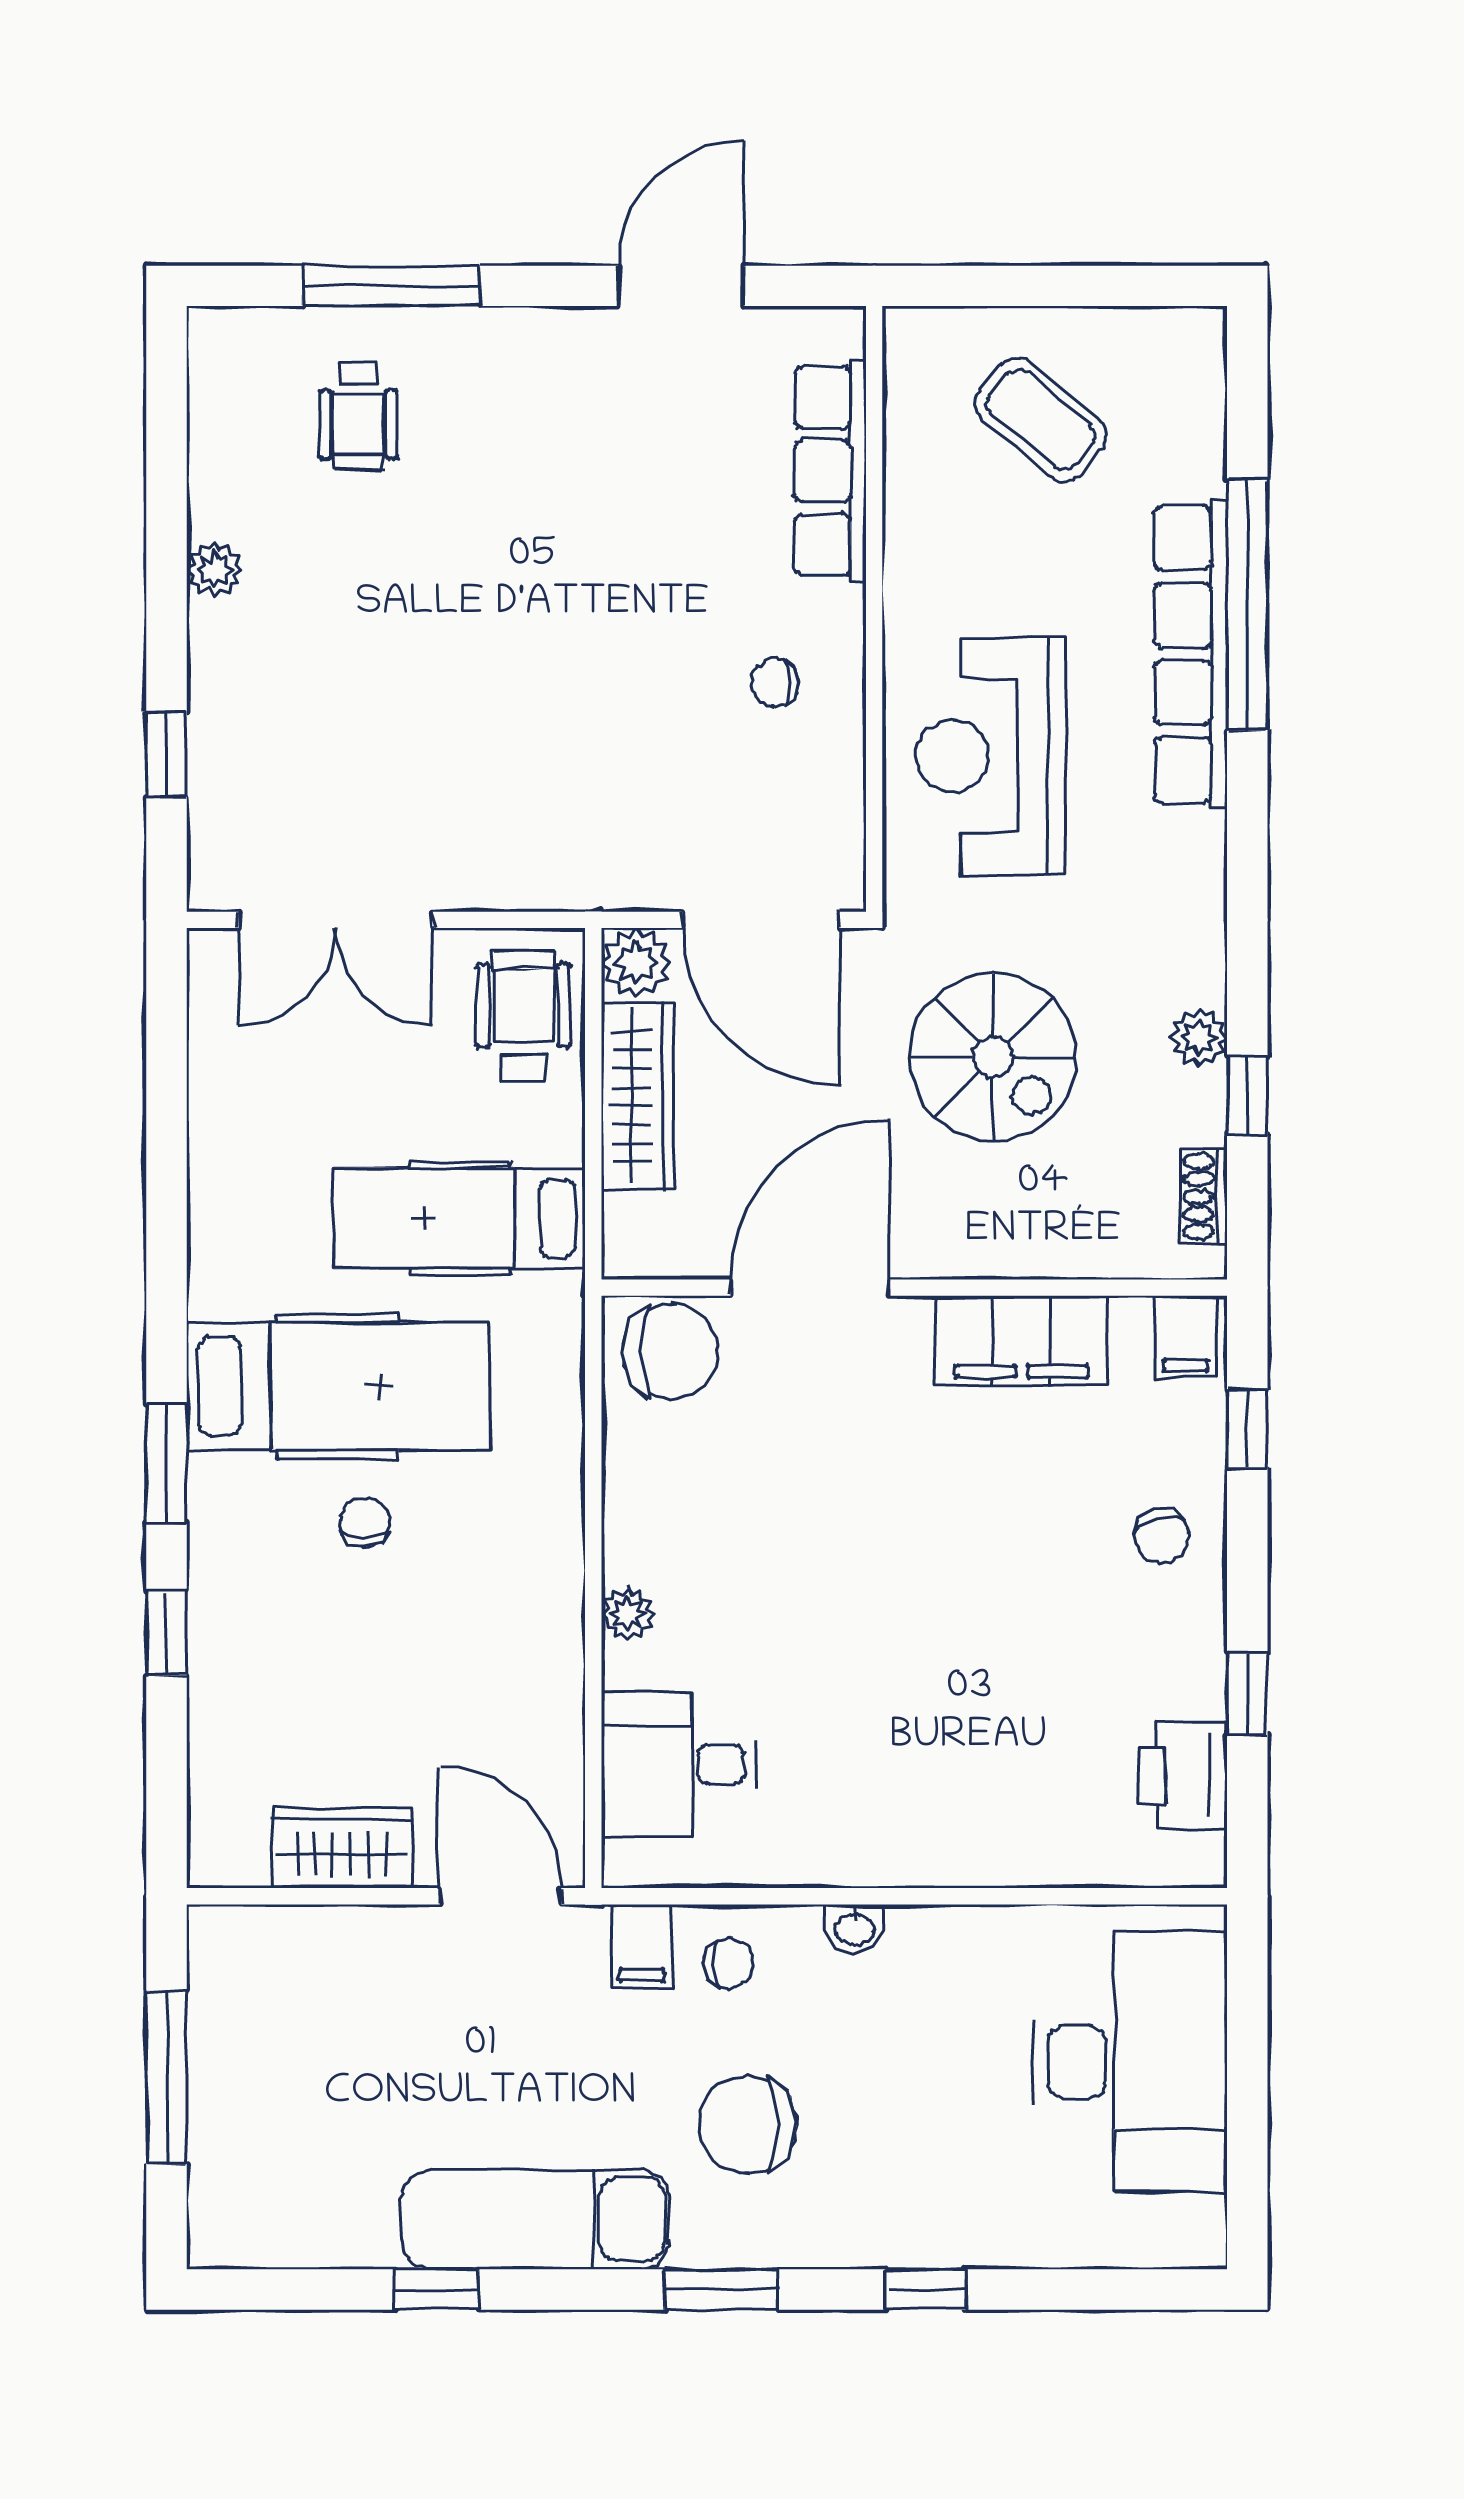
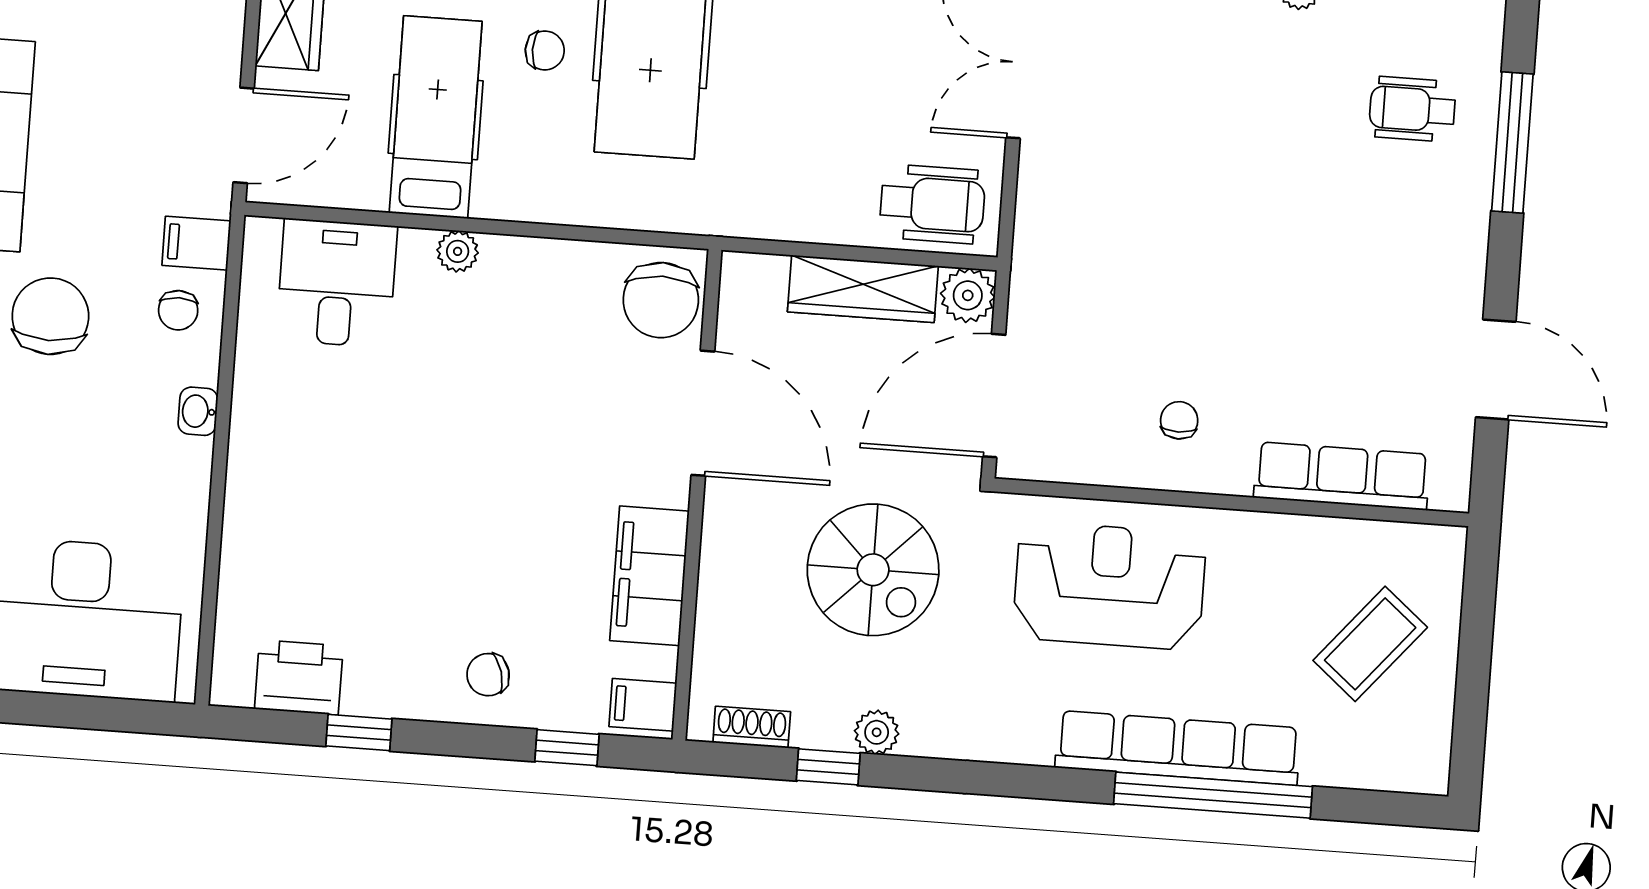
spiral stairs: (993, 1057) -> (873, 570), turned -90
hospital bed: (459, 1218) -> (436, 117), moved

